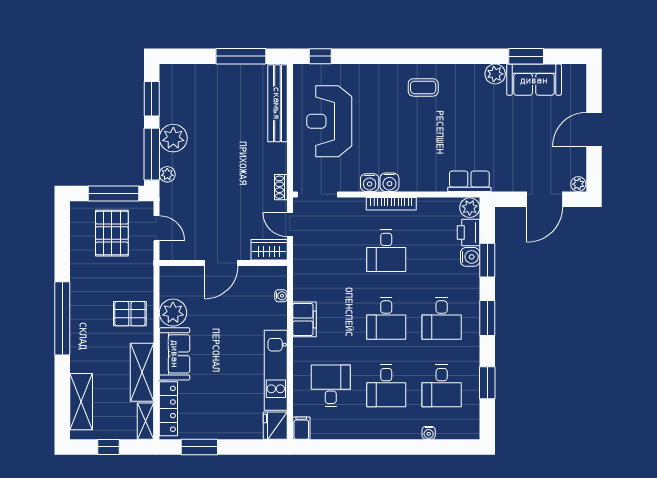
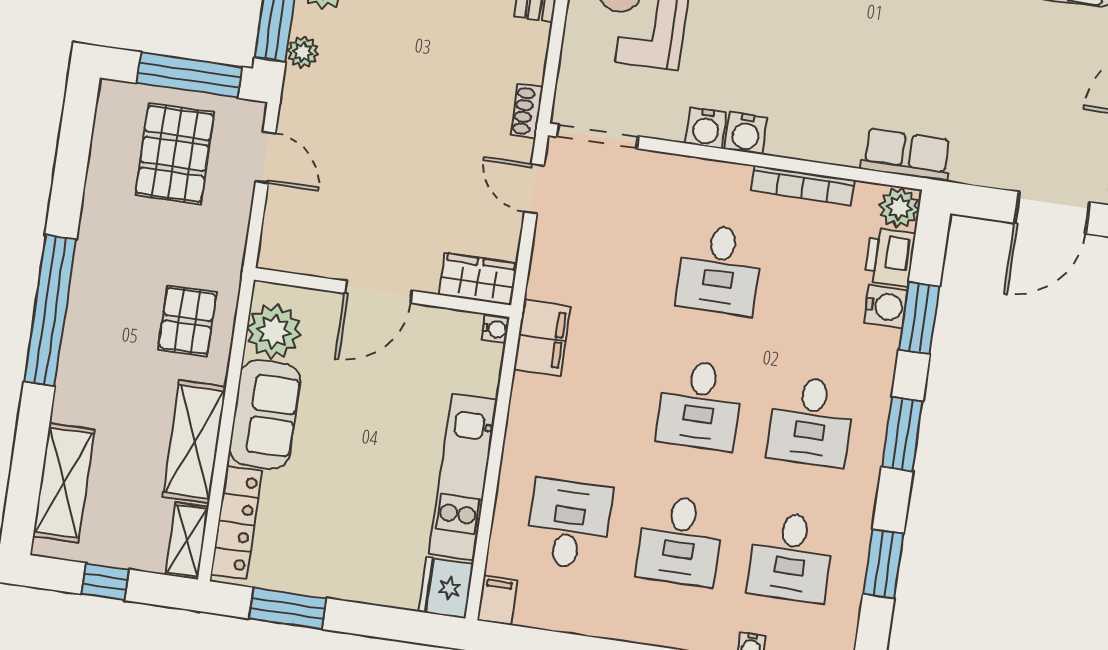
bookcase: (391, 204) -> (803, 185), moved
wardrobe: (269, 250) -> (478, 279), moved
door: (221, 263) -> (379, 292), moved
wall: (223, 263) -> (382, 292), moved
pallet: (130, 314) -> (187, 321), turned 90
filing cabinet: (304, 319) -> (542, 338), moved

